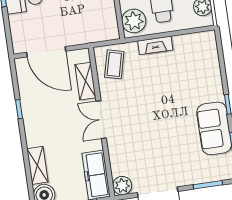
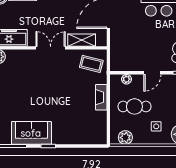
plant: (134, 21) -> (126, 79), width x0.53, depth x0.53

